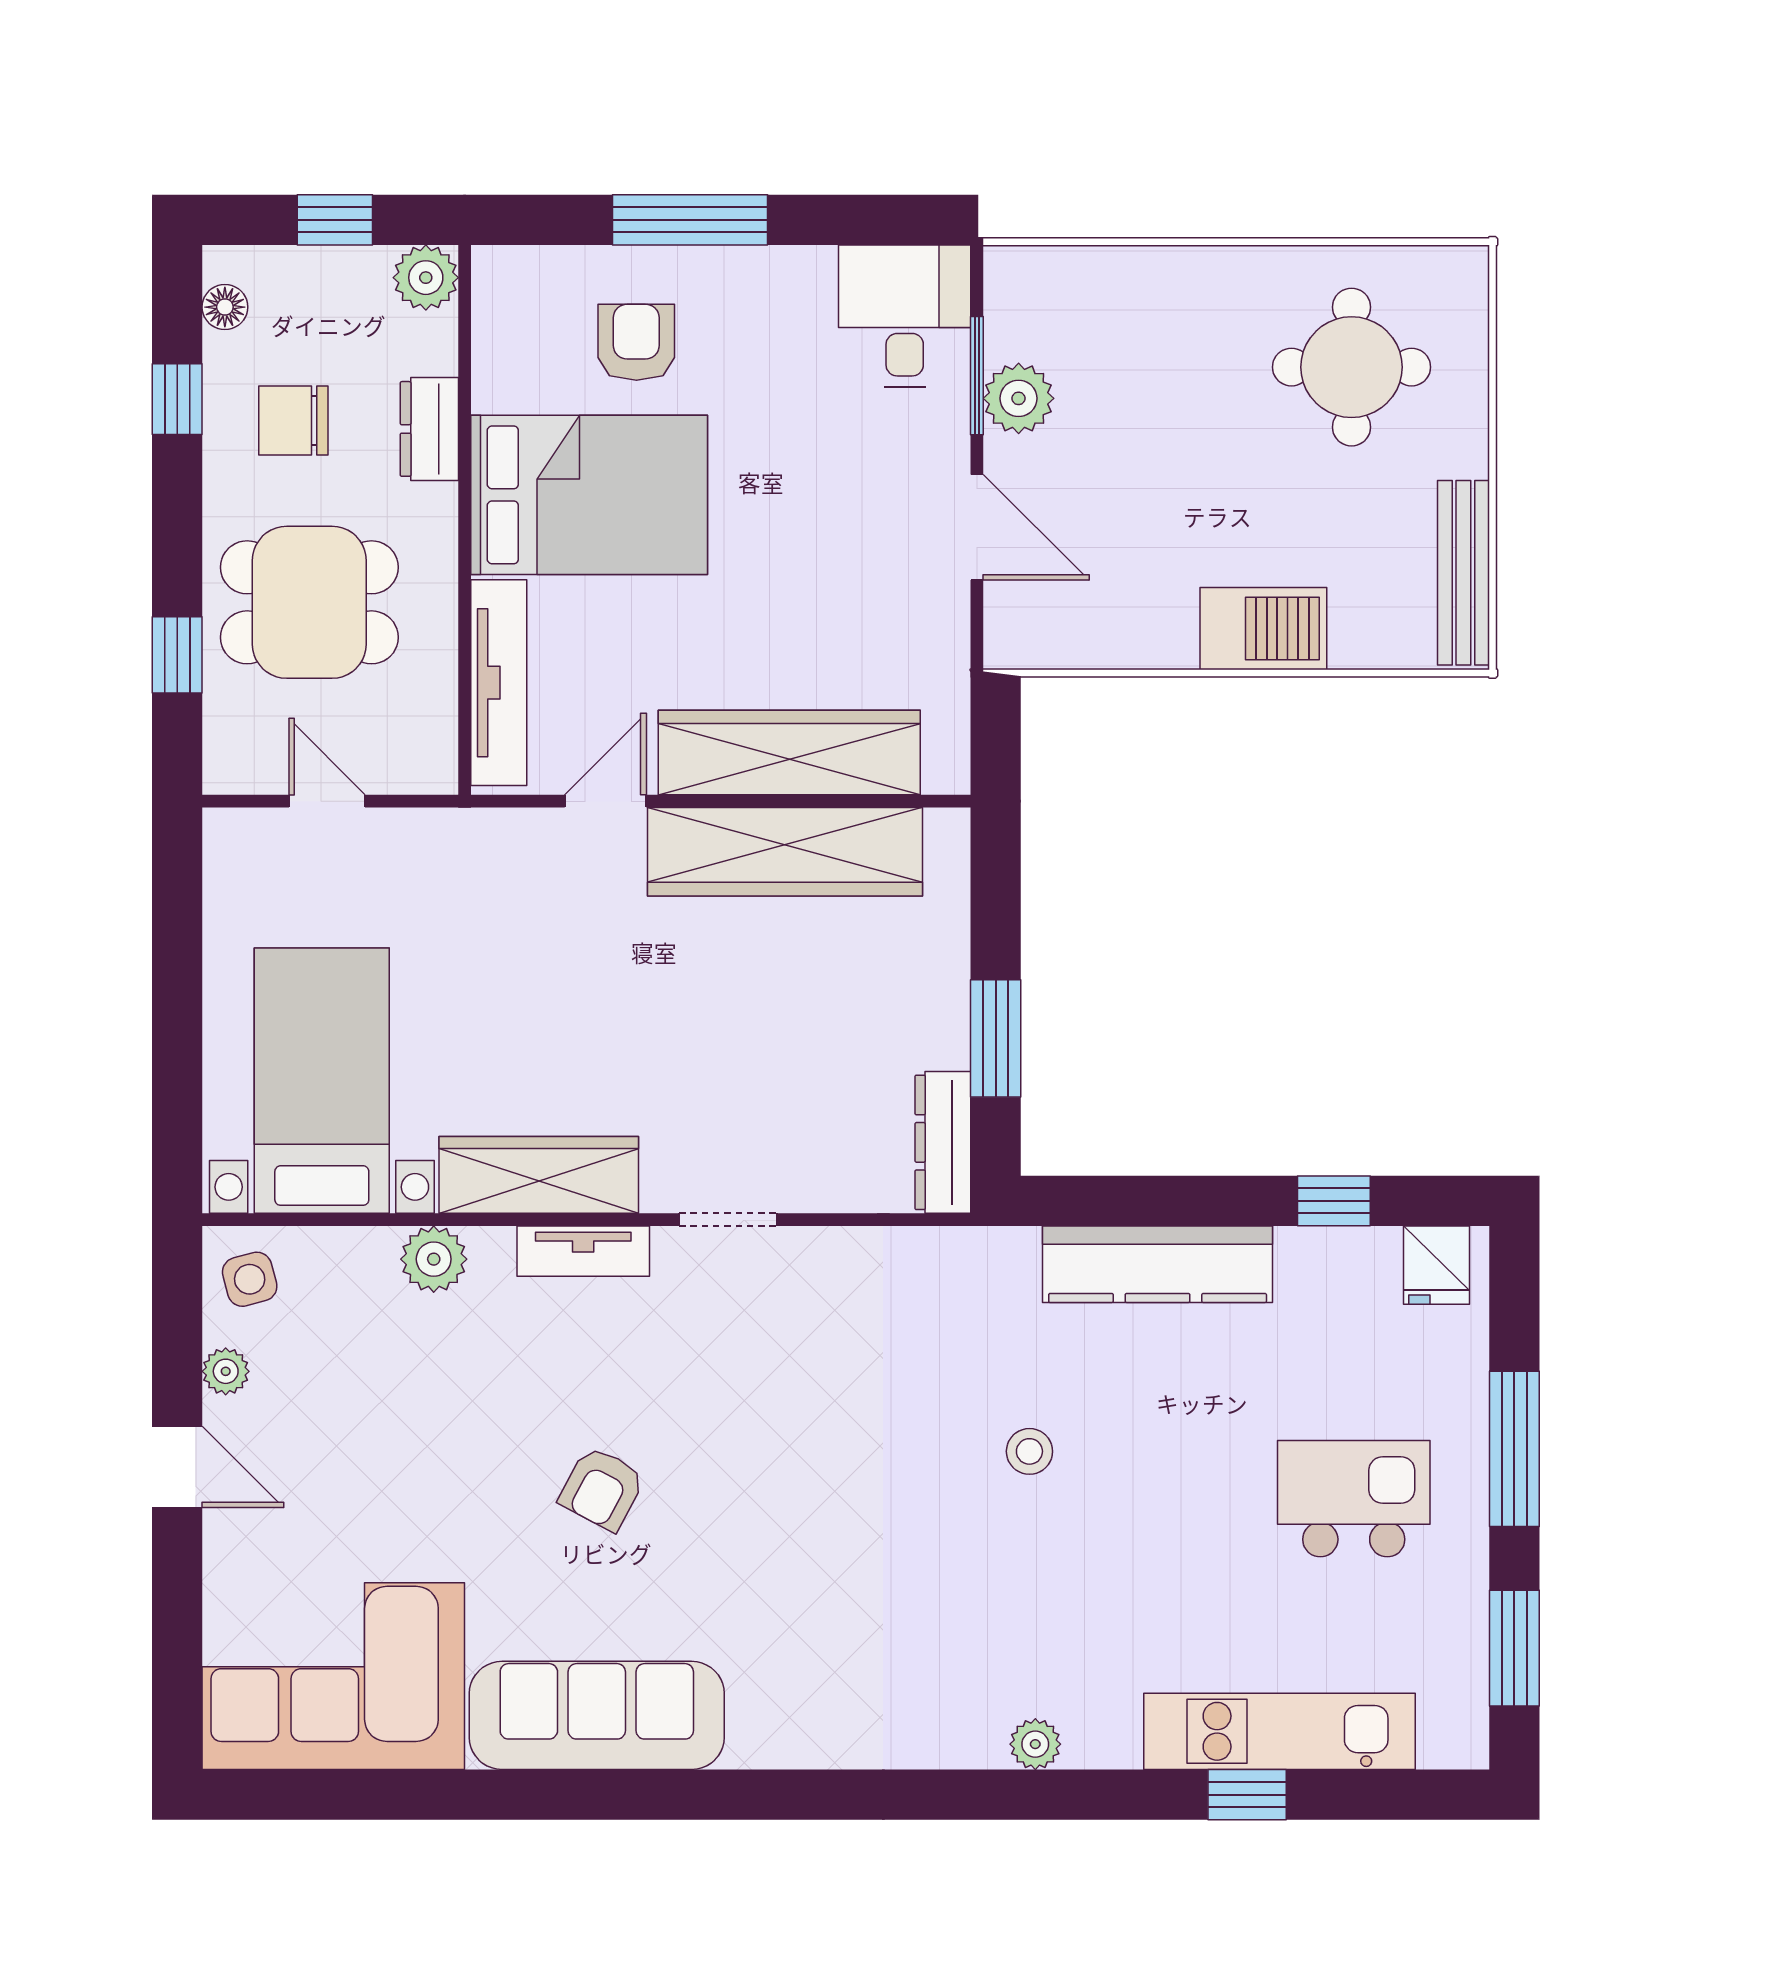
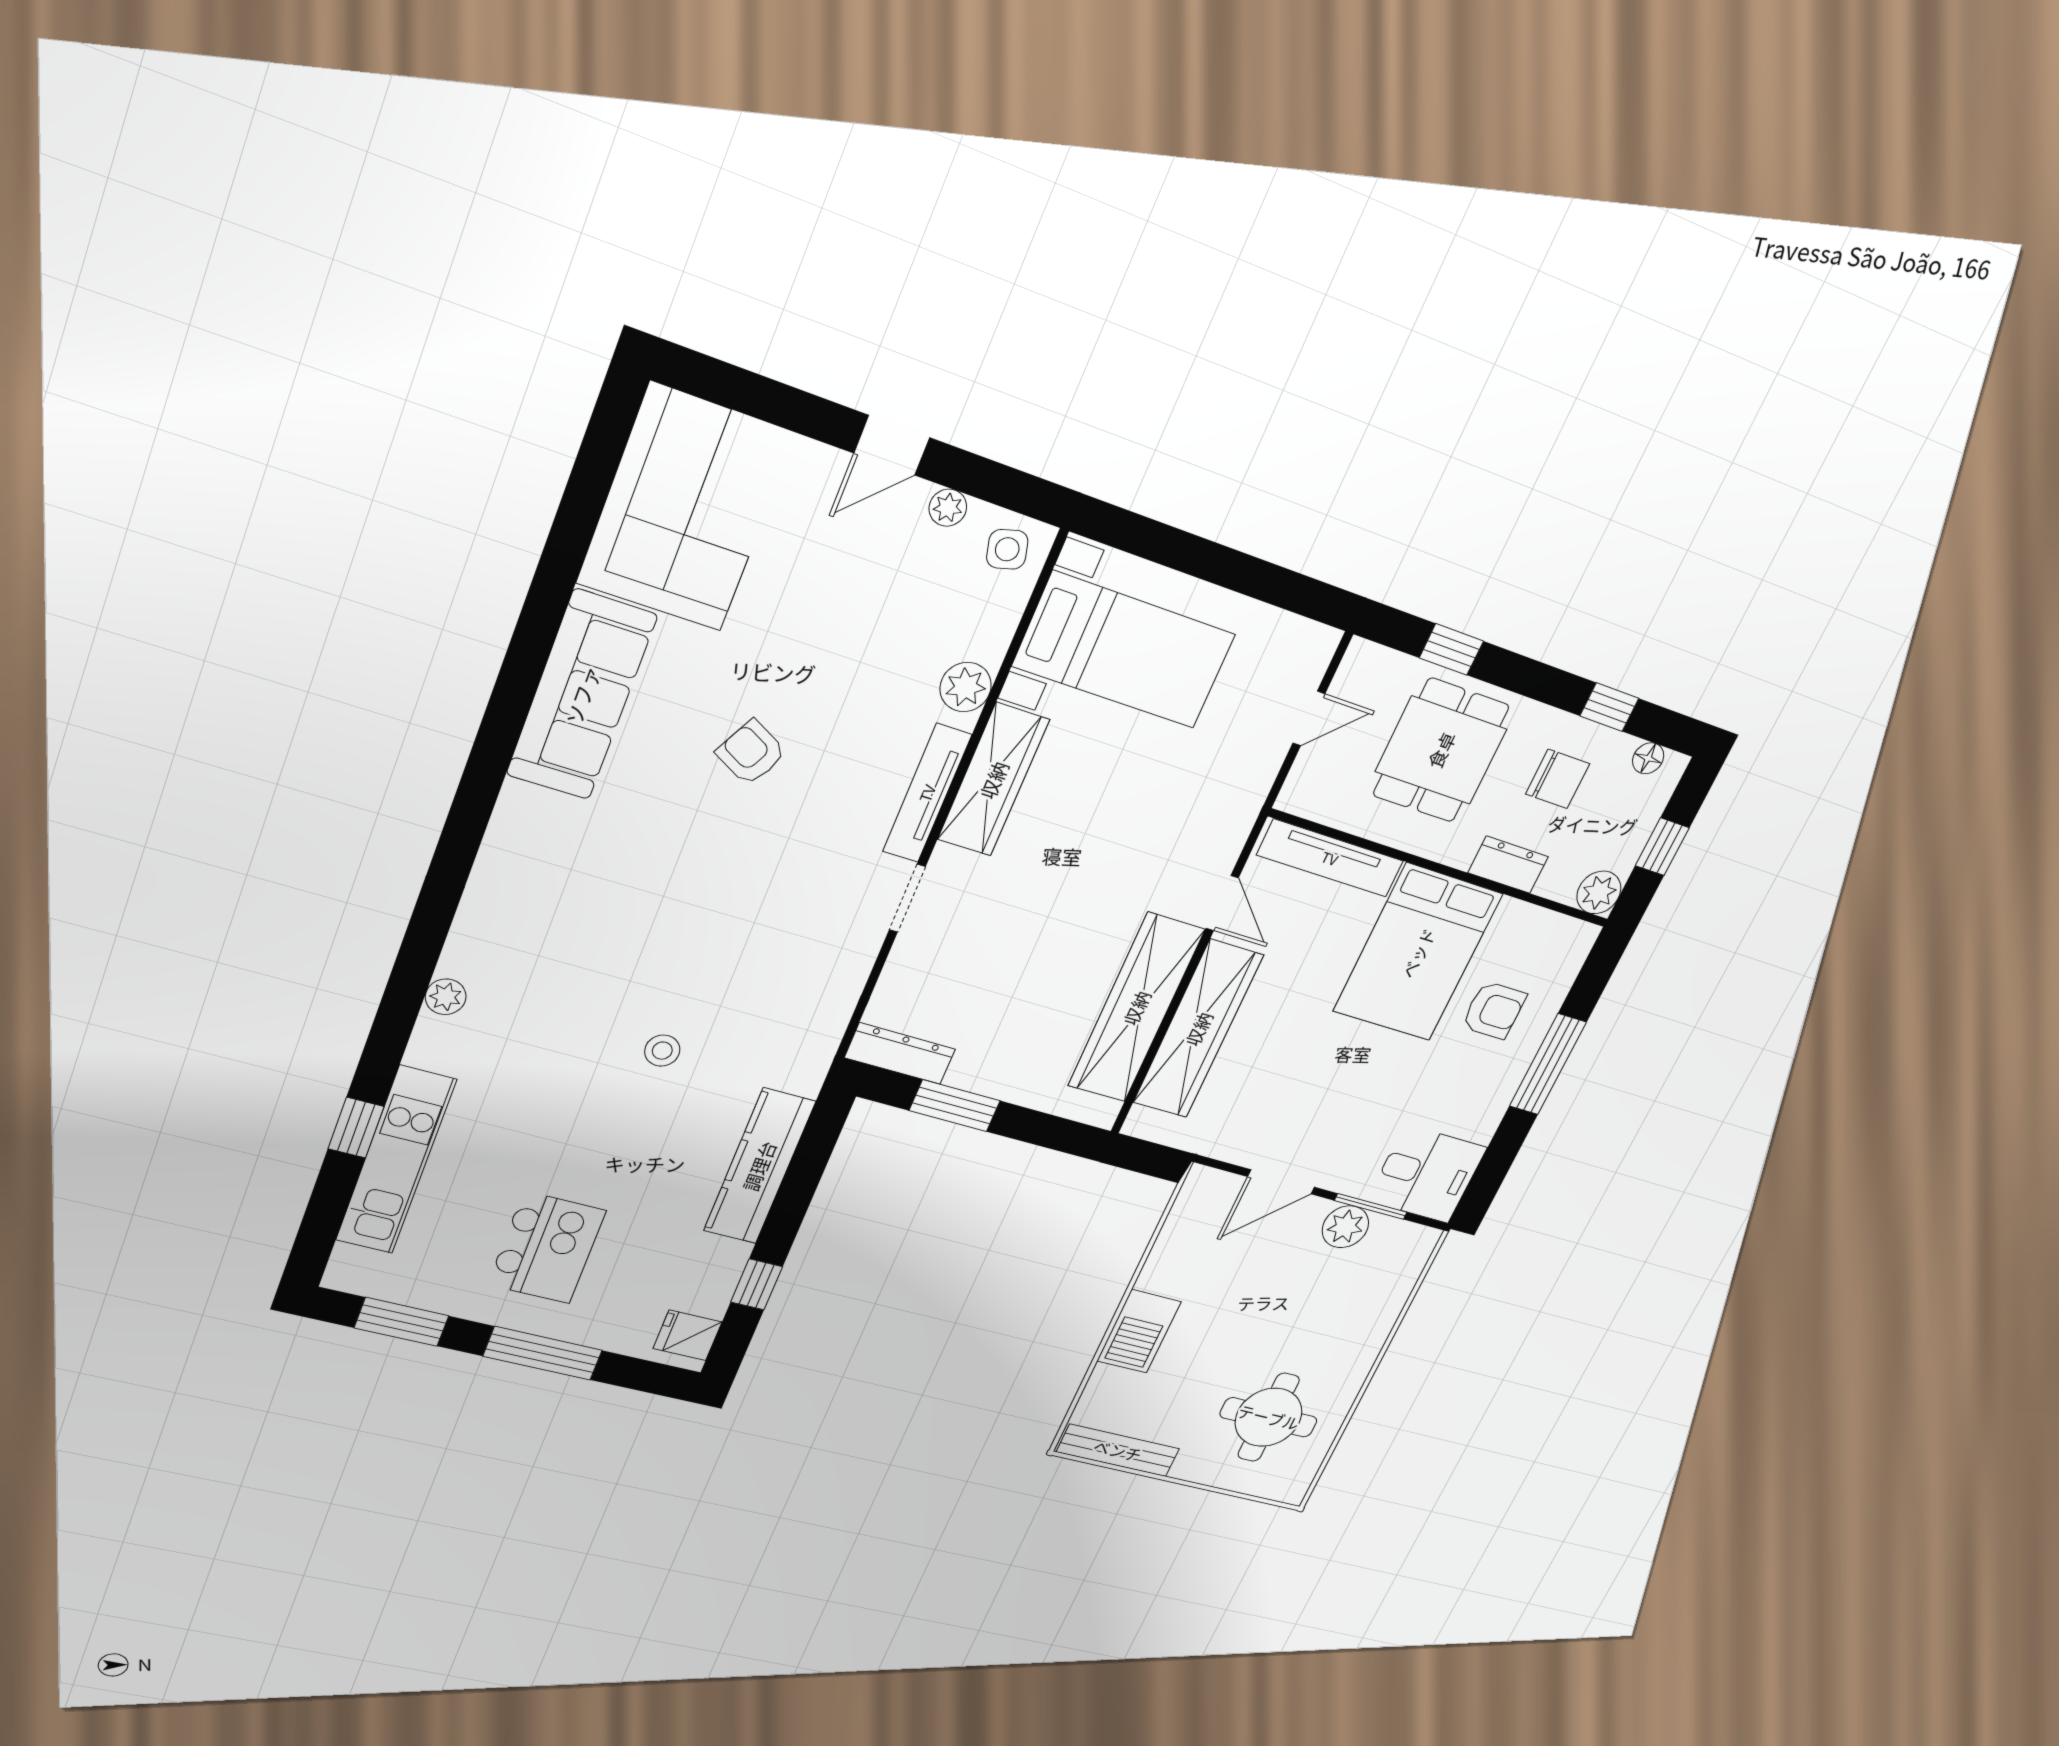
chair: (293, 421) -> (1558, 779), turned 90
tv unit: (583, 1251) -> (927, 793), width x1.41

